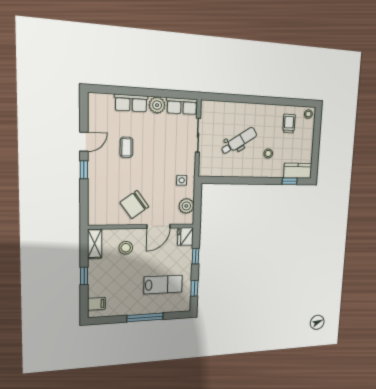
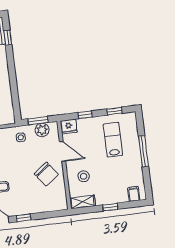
window: (197, 203) -> (38, 121), added

